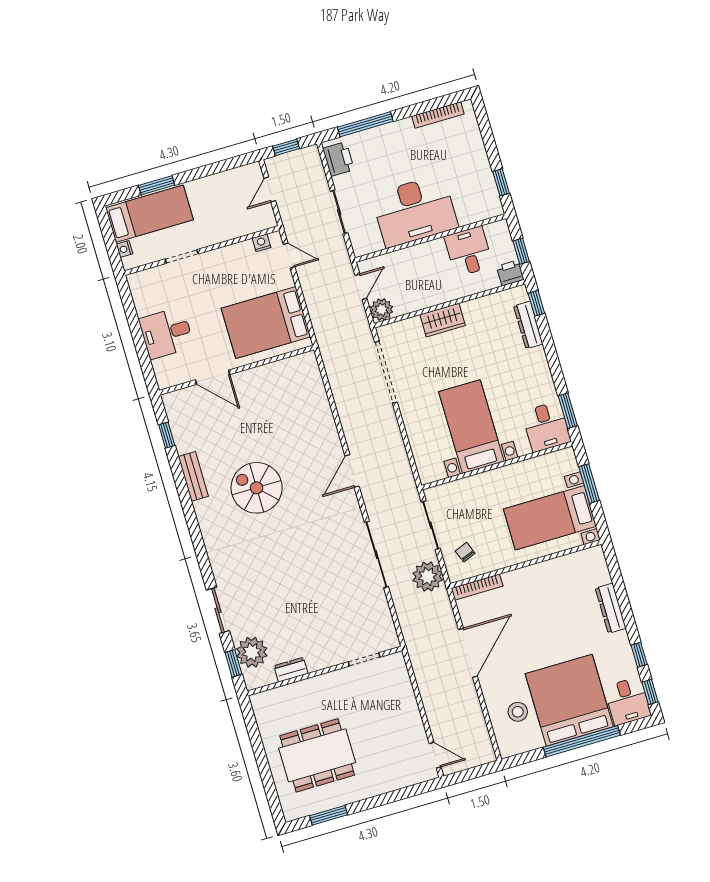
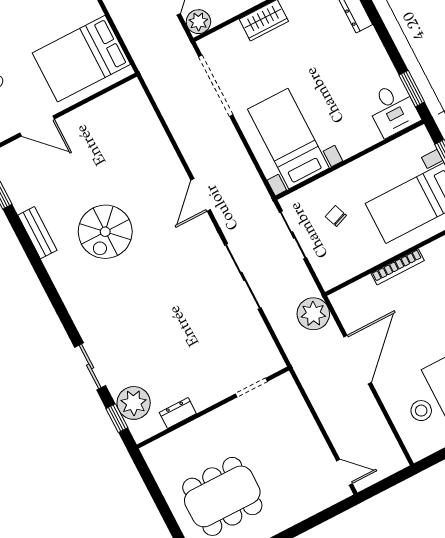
bed with nightstands: (471, 427) -> (288, 139), moved
spiral stairs: (257, 488) -> (105, 232), turned -90
chair: (465, 552) -> (336, 216), moved
plant: (428, 577) -> (313, 314), moved
bookcase: (477, 587) -> (398, 267), moved

